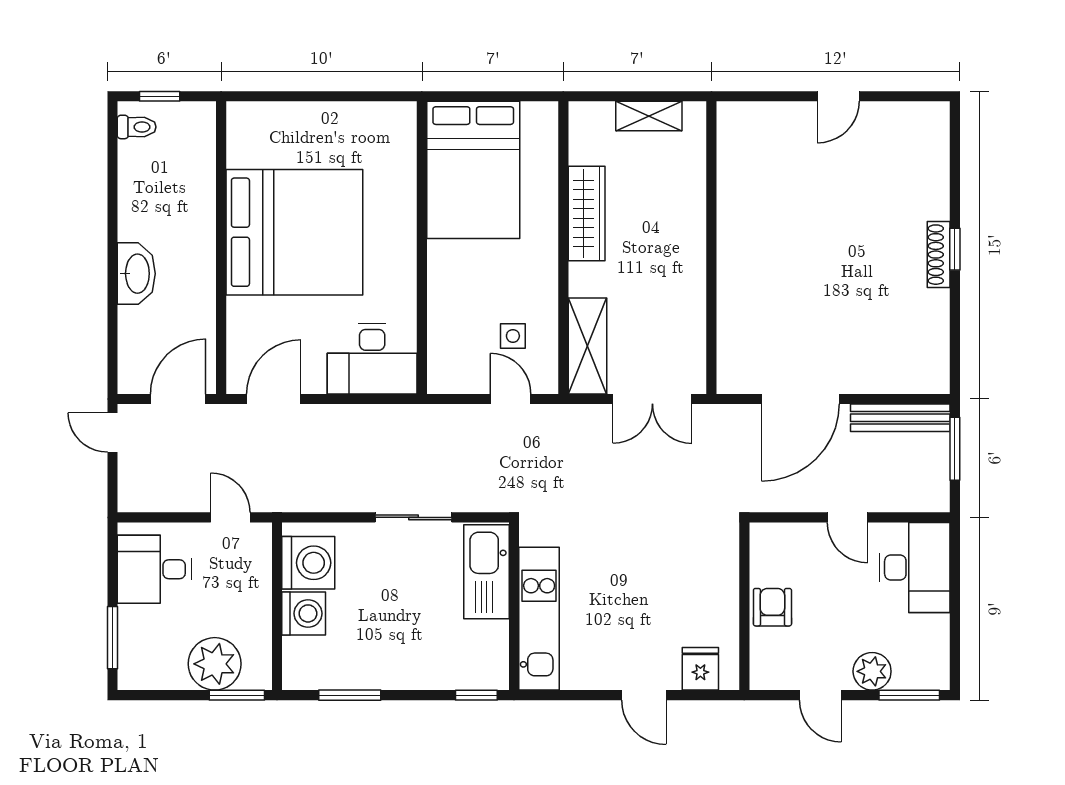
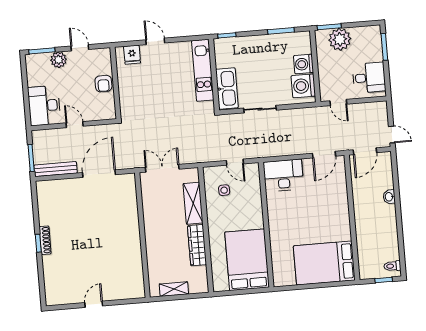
bed: (294, 232) -> (324, 263), moved, width x0.73
washbasin: (136, 274) -> (389, 197), width x0.52, depth x0.69
shelving: (588, 346) -> (193, 203), moved
door: (511, 399) -> (235, 162), moved

